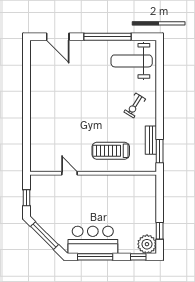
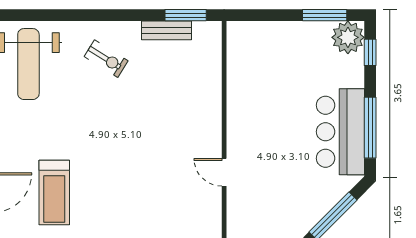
treadmill: (111, 151) -> (54, 193), moved
door: (70, 173) -> (224, 172), hinge flipped
window: (160, 231) -> (325, 15), width x1.50

